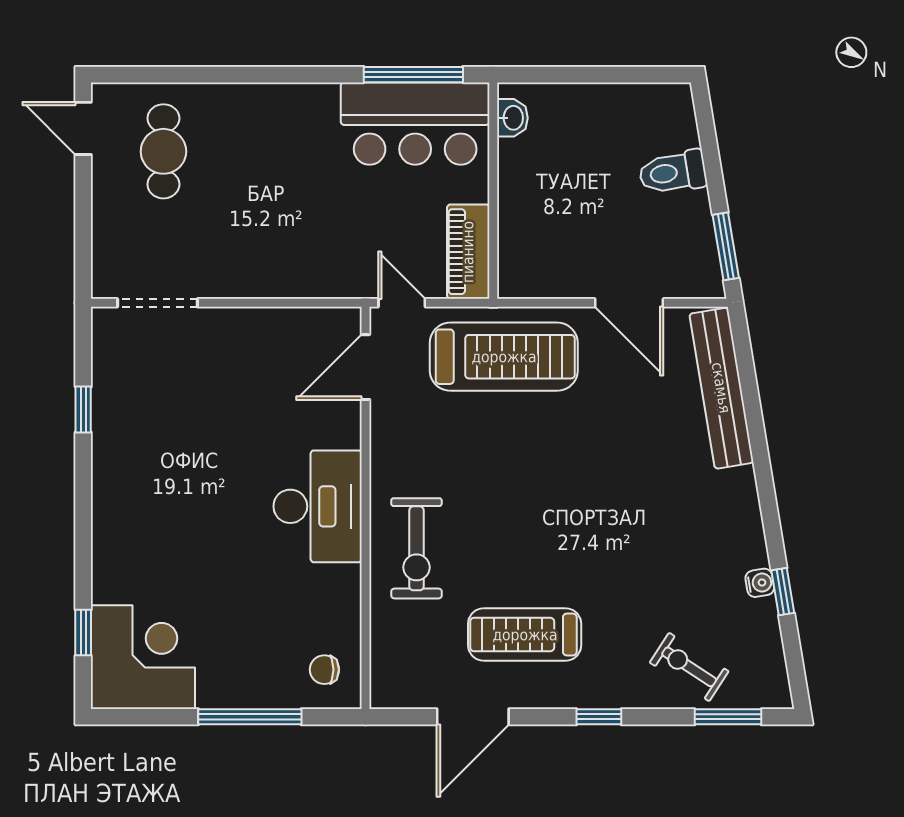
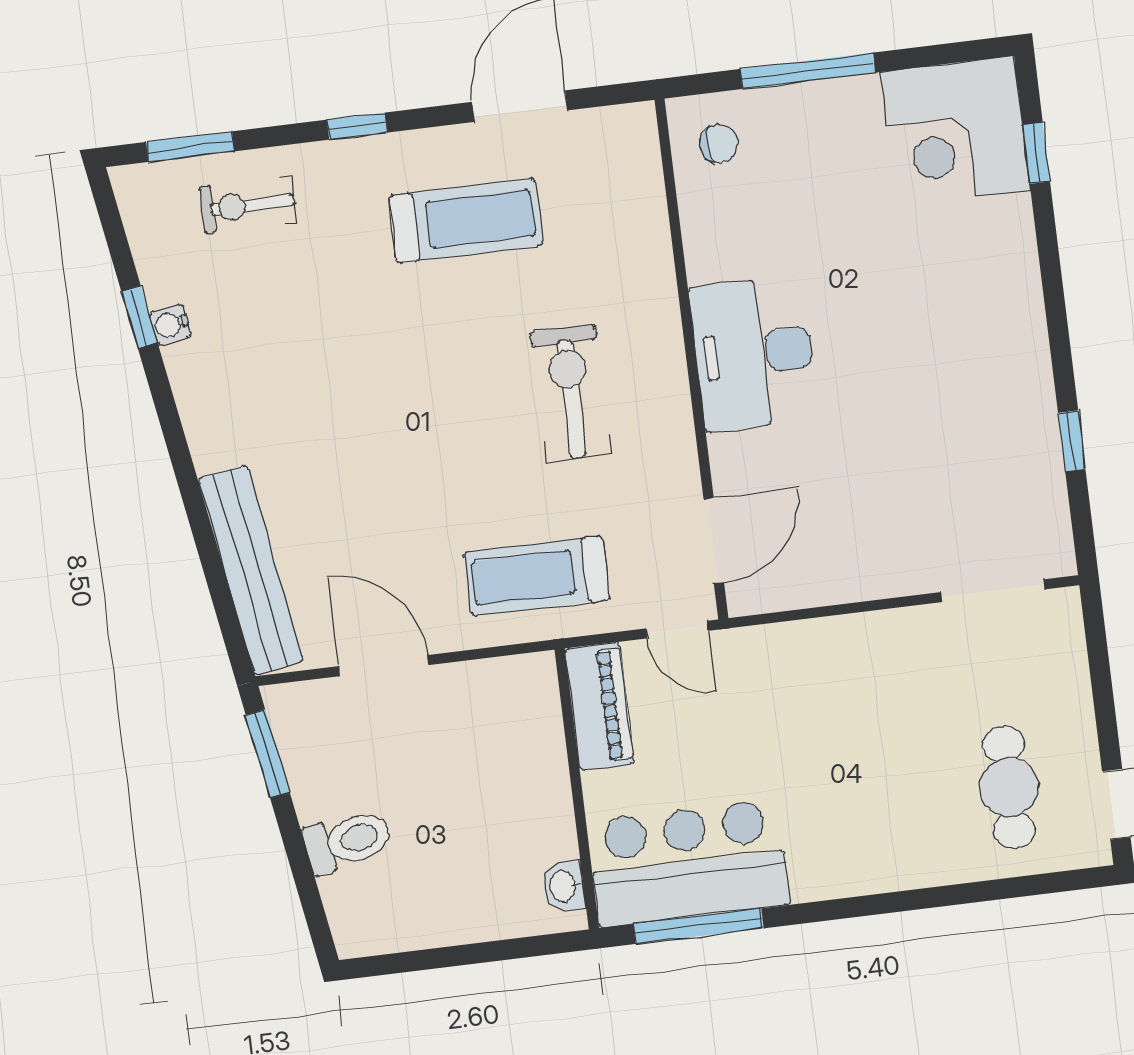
treadmill: (504, 357) -> (537, 576), width x0.73, depth x0.73
exercise bike: (416, 548) -> (570, 393), moved
exercise bike: (689, 667) -> (248, 205), turned 147

